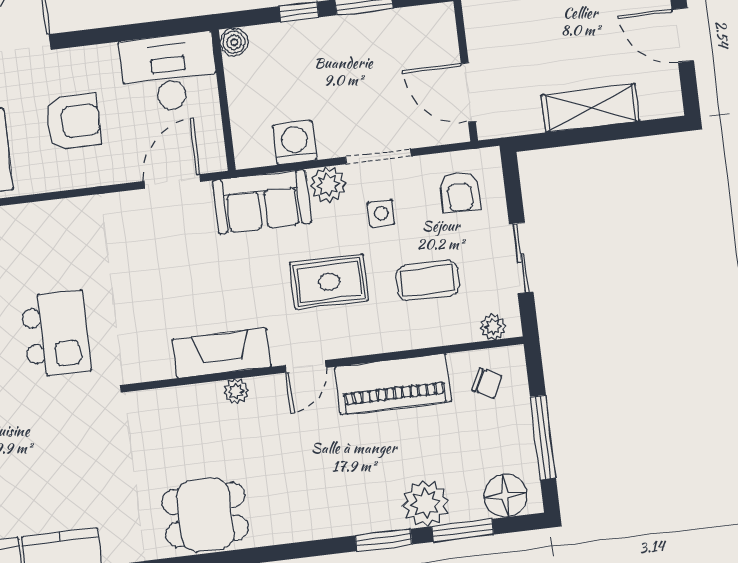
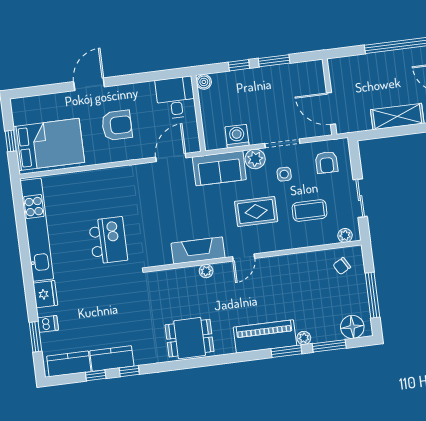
desk: (169, 73) -> (176, 98), width x0.73
chair: (487, 383) -> (342, 266), turned 123
piano: (393, 384) -> (265, 336), moved, turned 180
plant: (426, 503) -> (304, 338), width x0.53, depth x0.53

